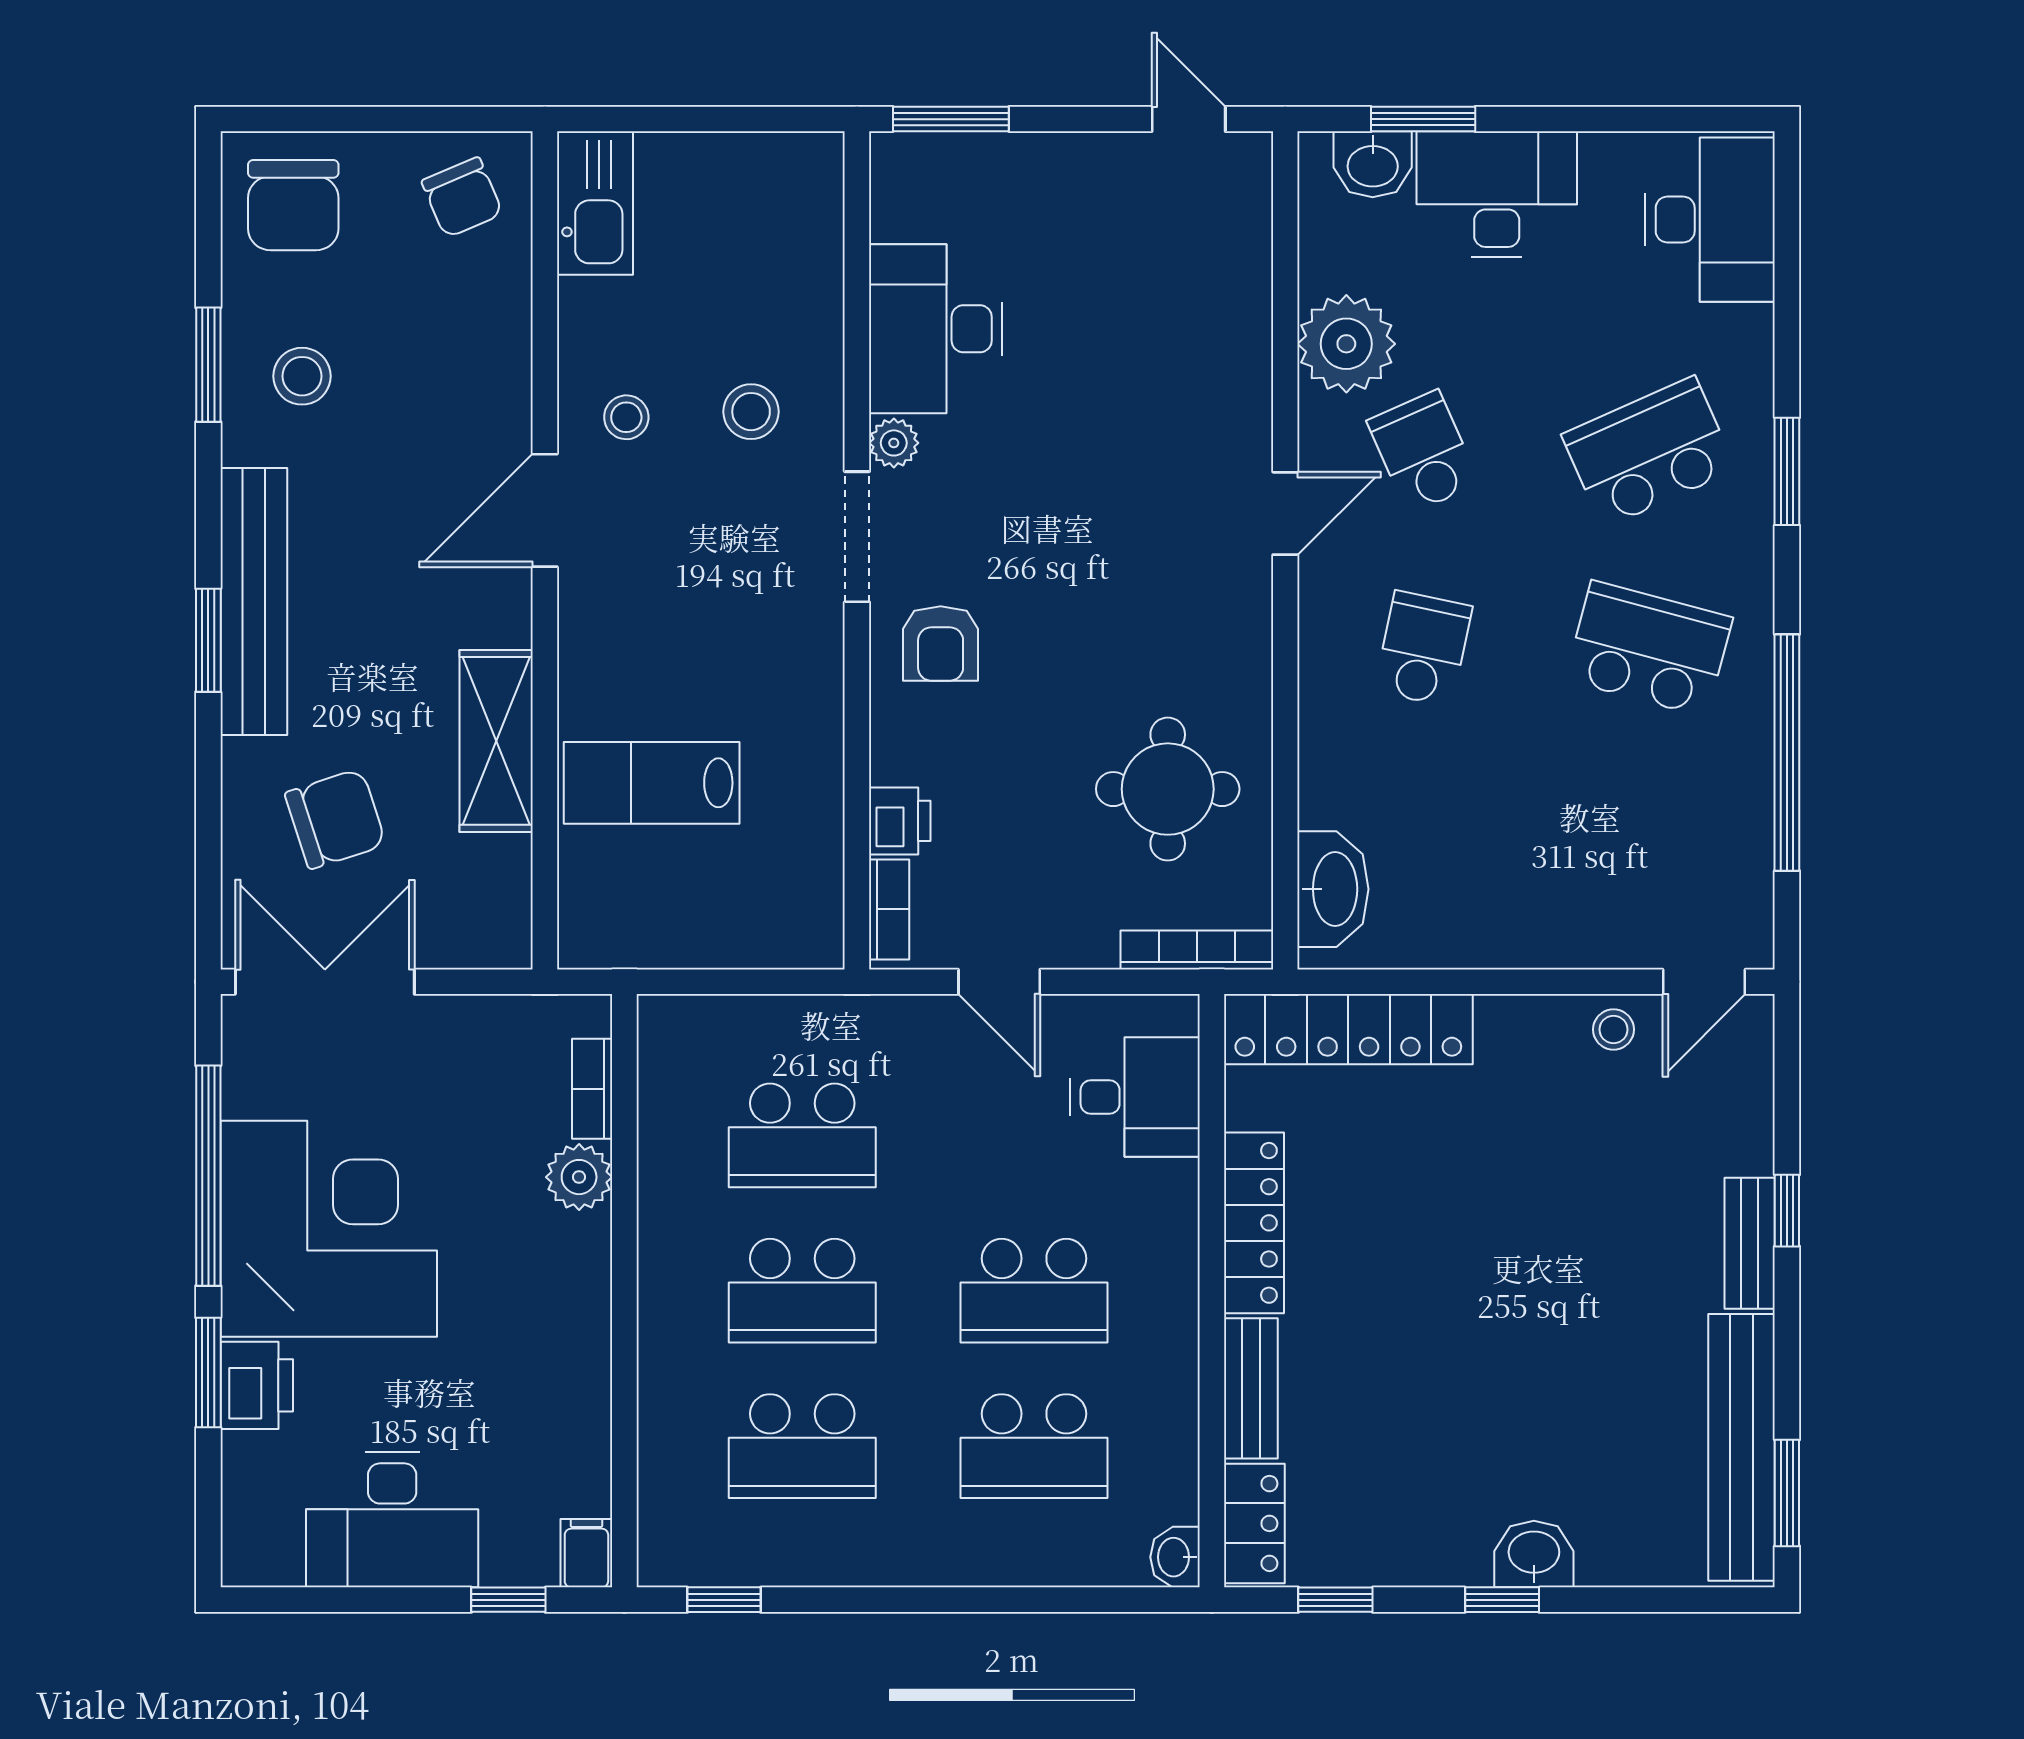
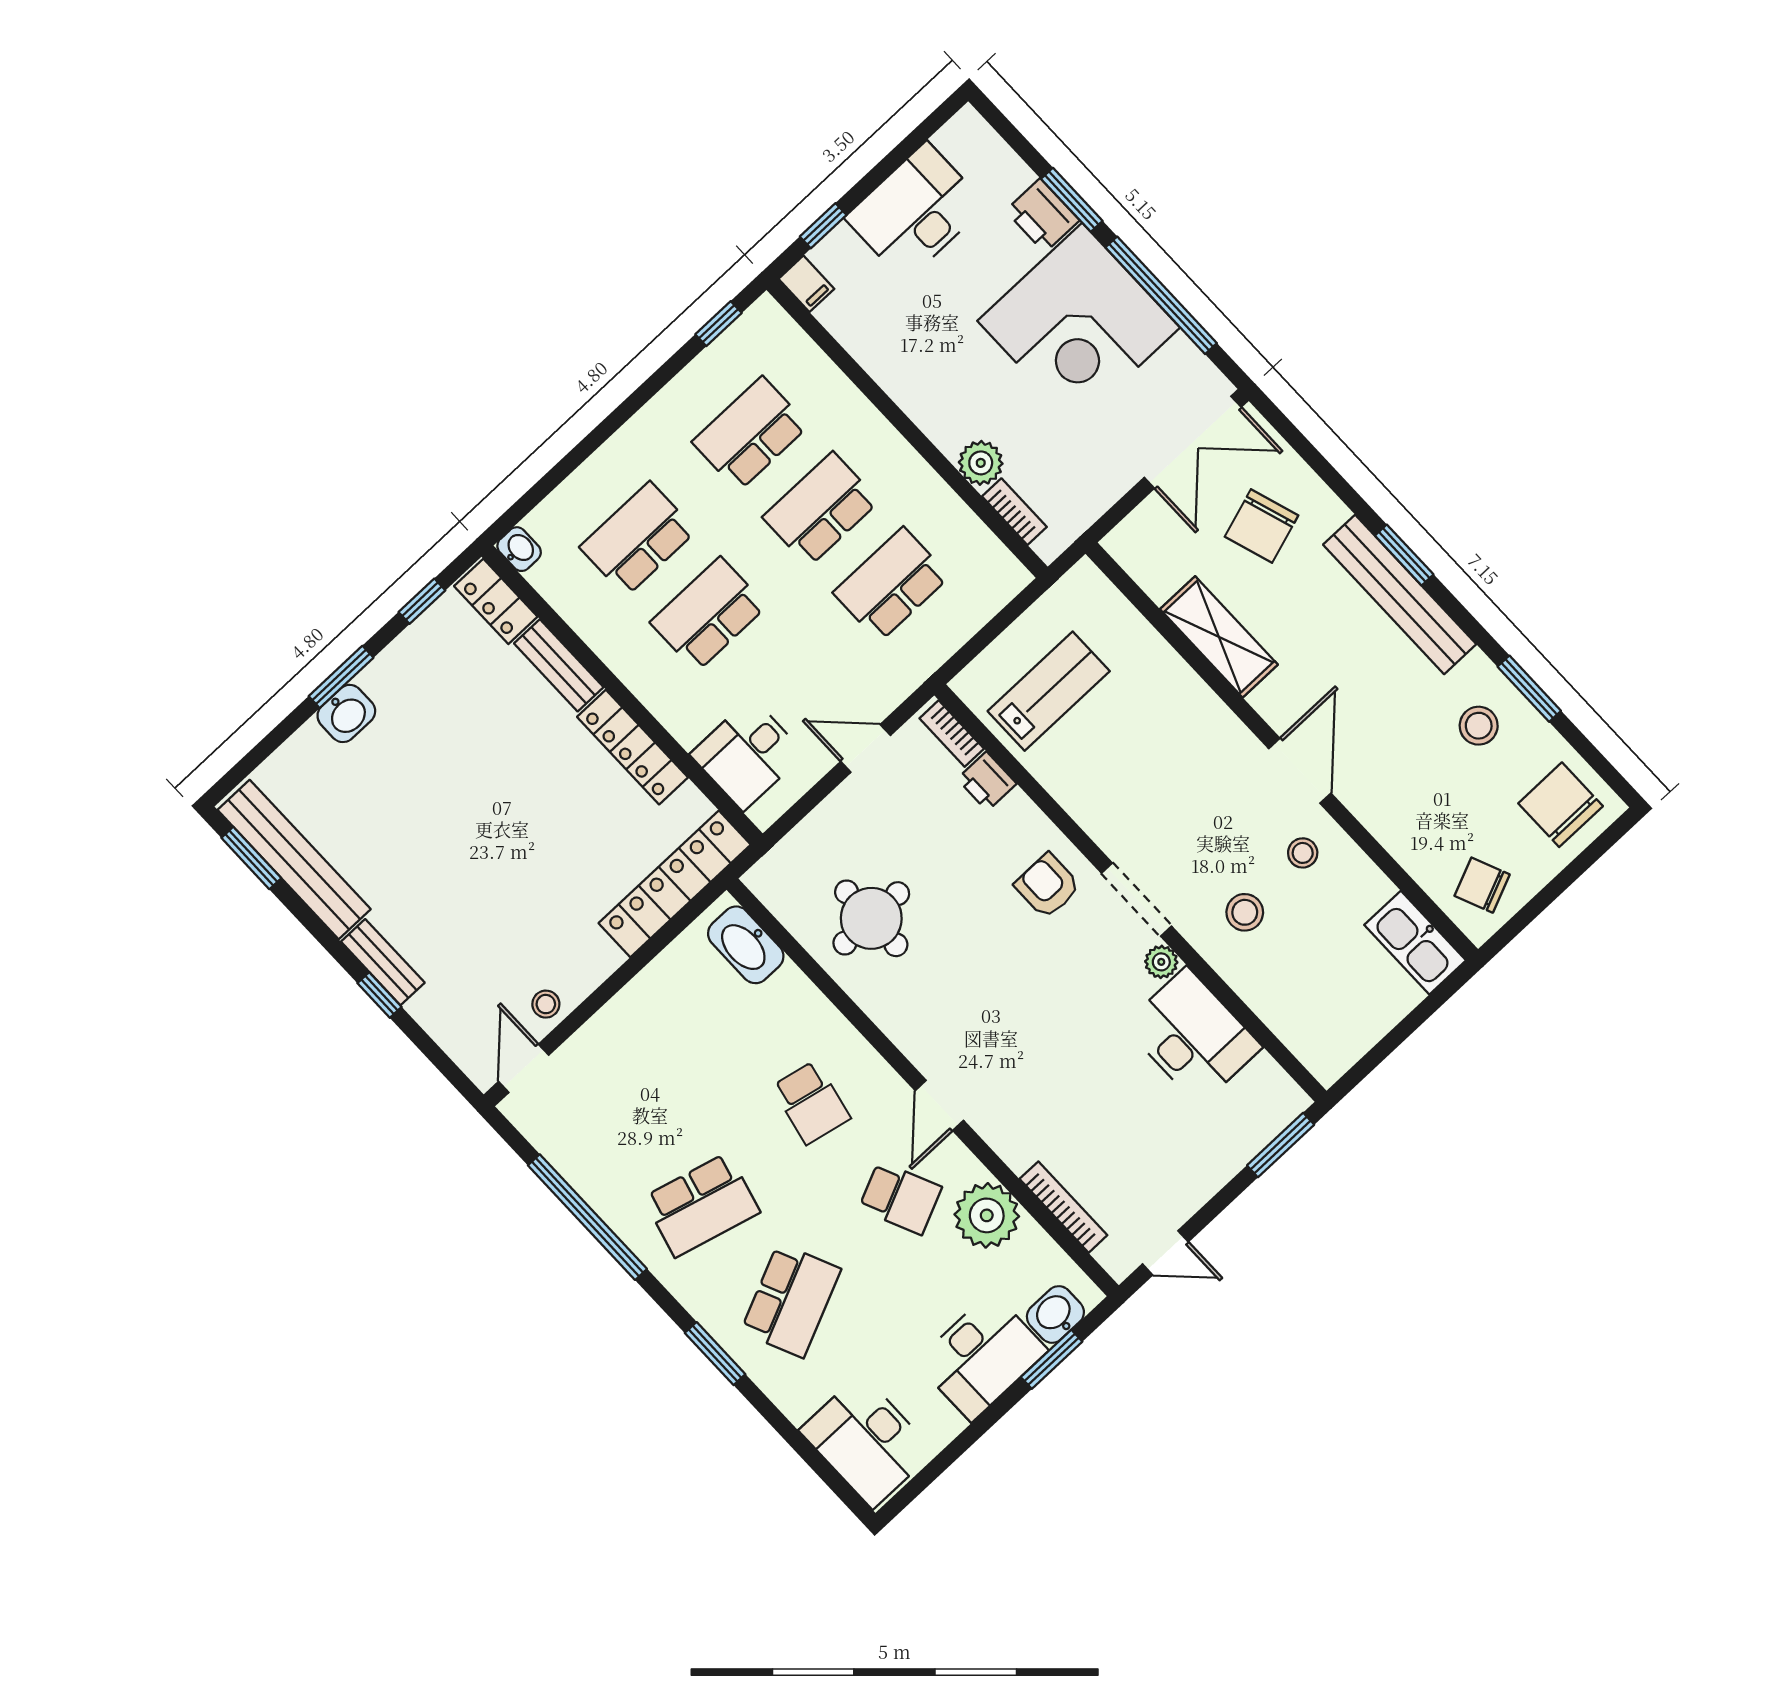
lab bench: (652, 783) -> (1049, 691), moved
bookcase: (1197, 950) -> (1063, 1207), moved, turned -90
window: (1502, 1600) -> (341, 677), width x1.50

